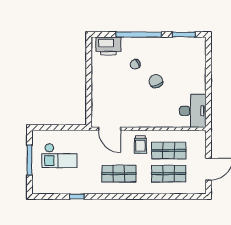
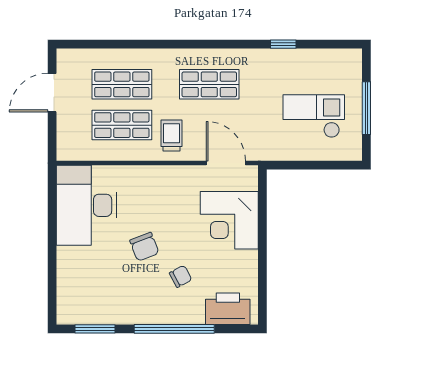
corner desk: (108, 96) -> (229, 220), added
desk: (193, 111) -> (86, 205), width x1.36, depth x1.30

